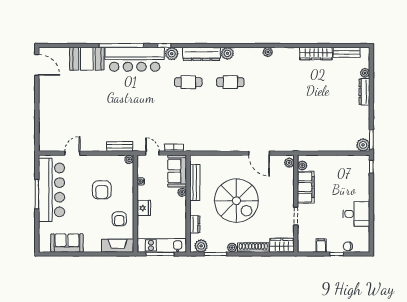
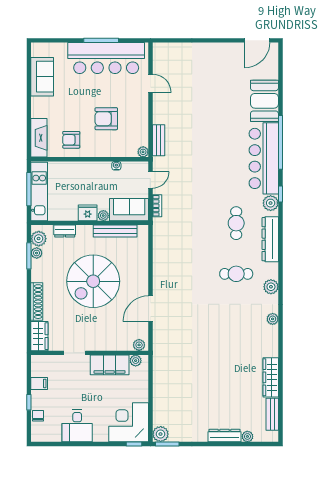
plant: (227, 53) -> (271, 287), moved
cafe table: (230, 82) -> (236, 274), turned 90
corner desk: (353, 171) -> (129, 422), added
fridge: (144, 208) -> (88, 213), moved, turned 180
plant: (232, 248) -> (37, 253), moved

